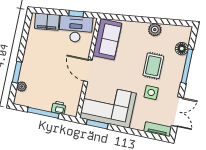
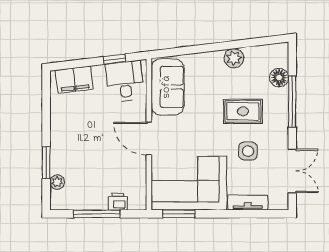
desk: (76, 29) -> (125, 81), width x0.73
rug: (153, 66) -> (243, 111), turned 90
tv unit: (158, 129) -> (248, 203), moved

